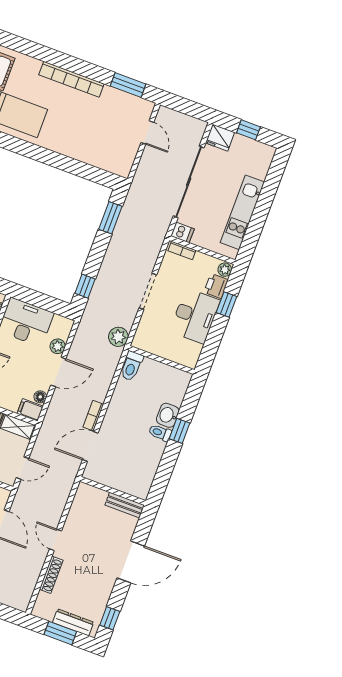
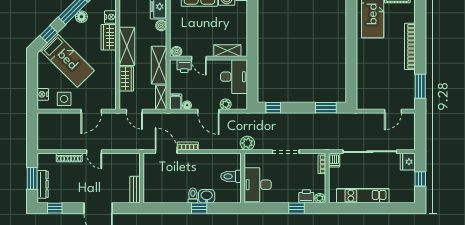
desk: (195, 316) -> (258, 185), moved, turned 90
toilet: (131, 366) -> (231, 176), moved
door: (55, 540) -> (94, 152), swing flipped

